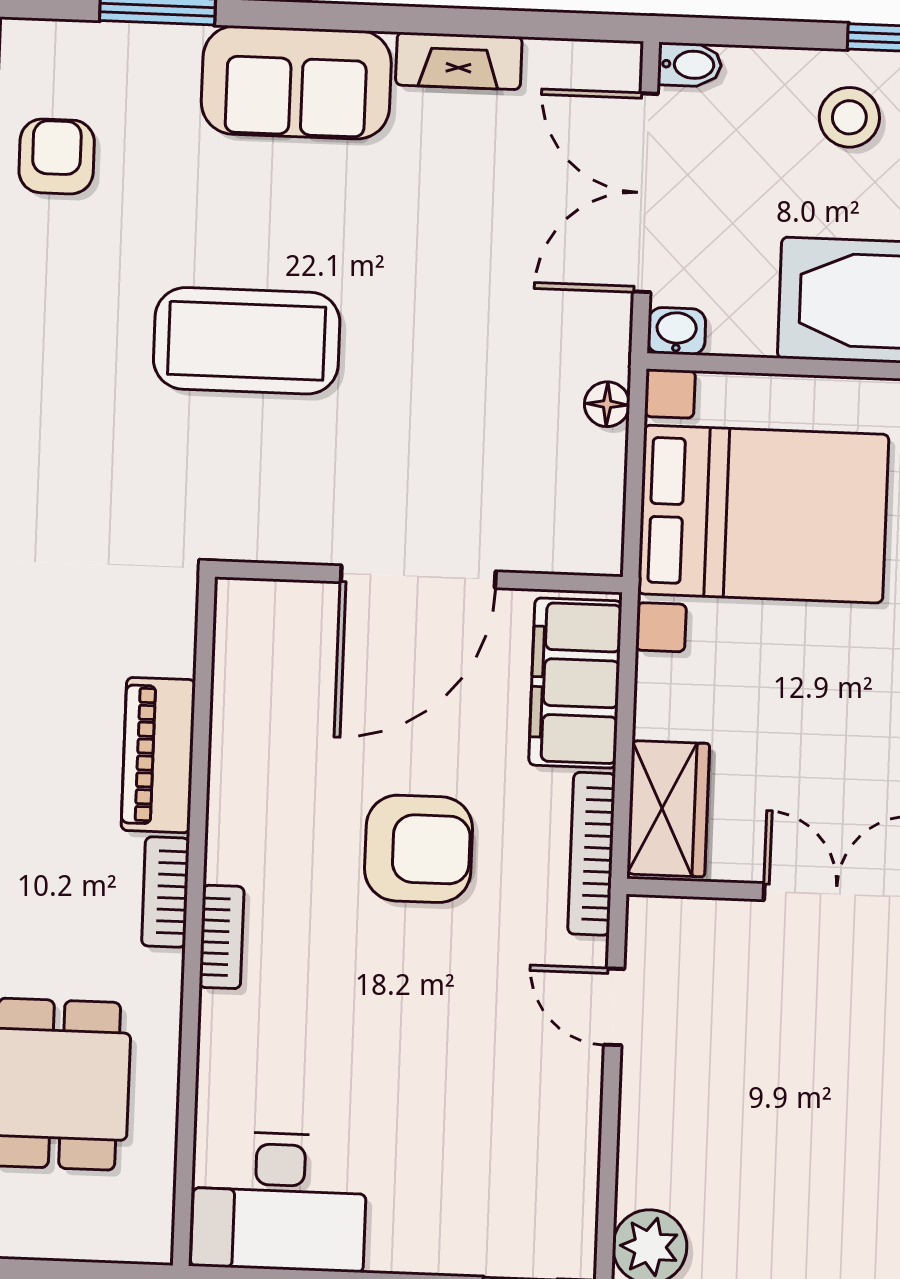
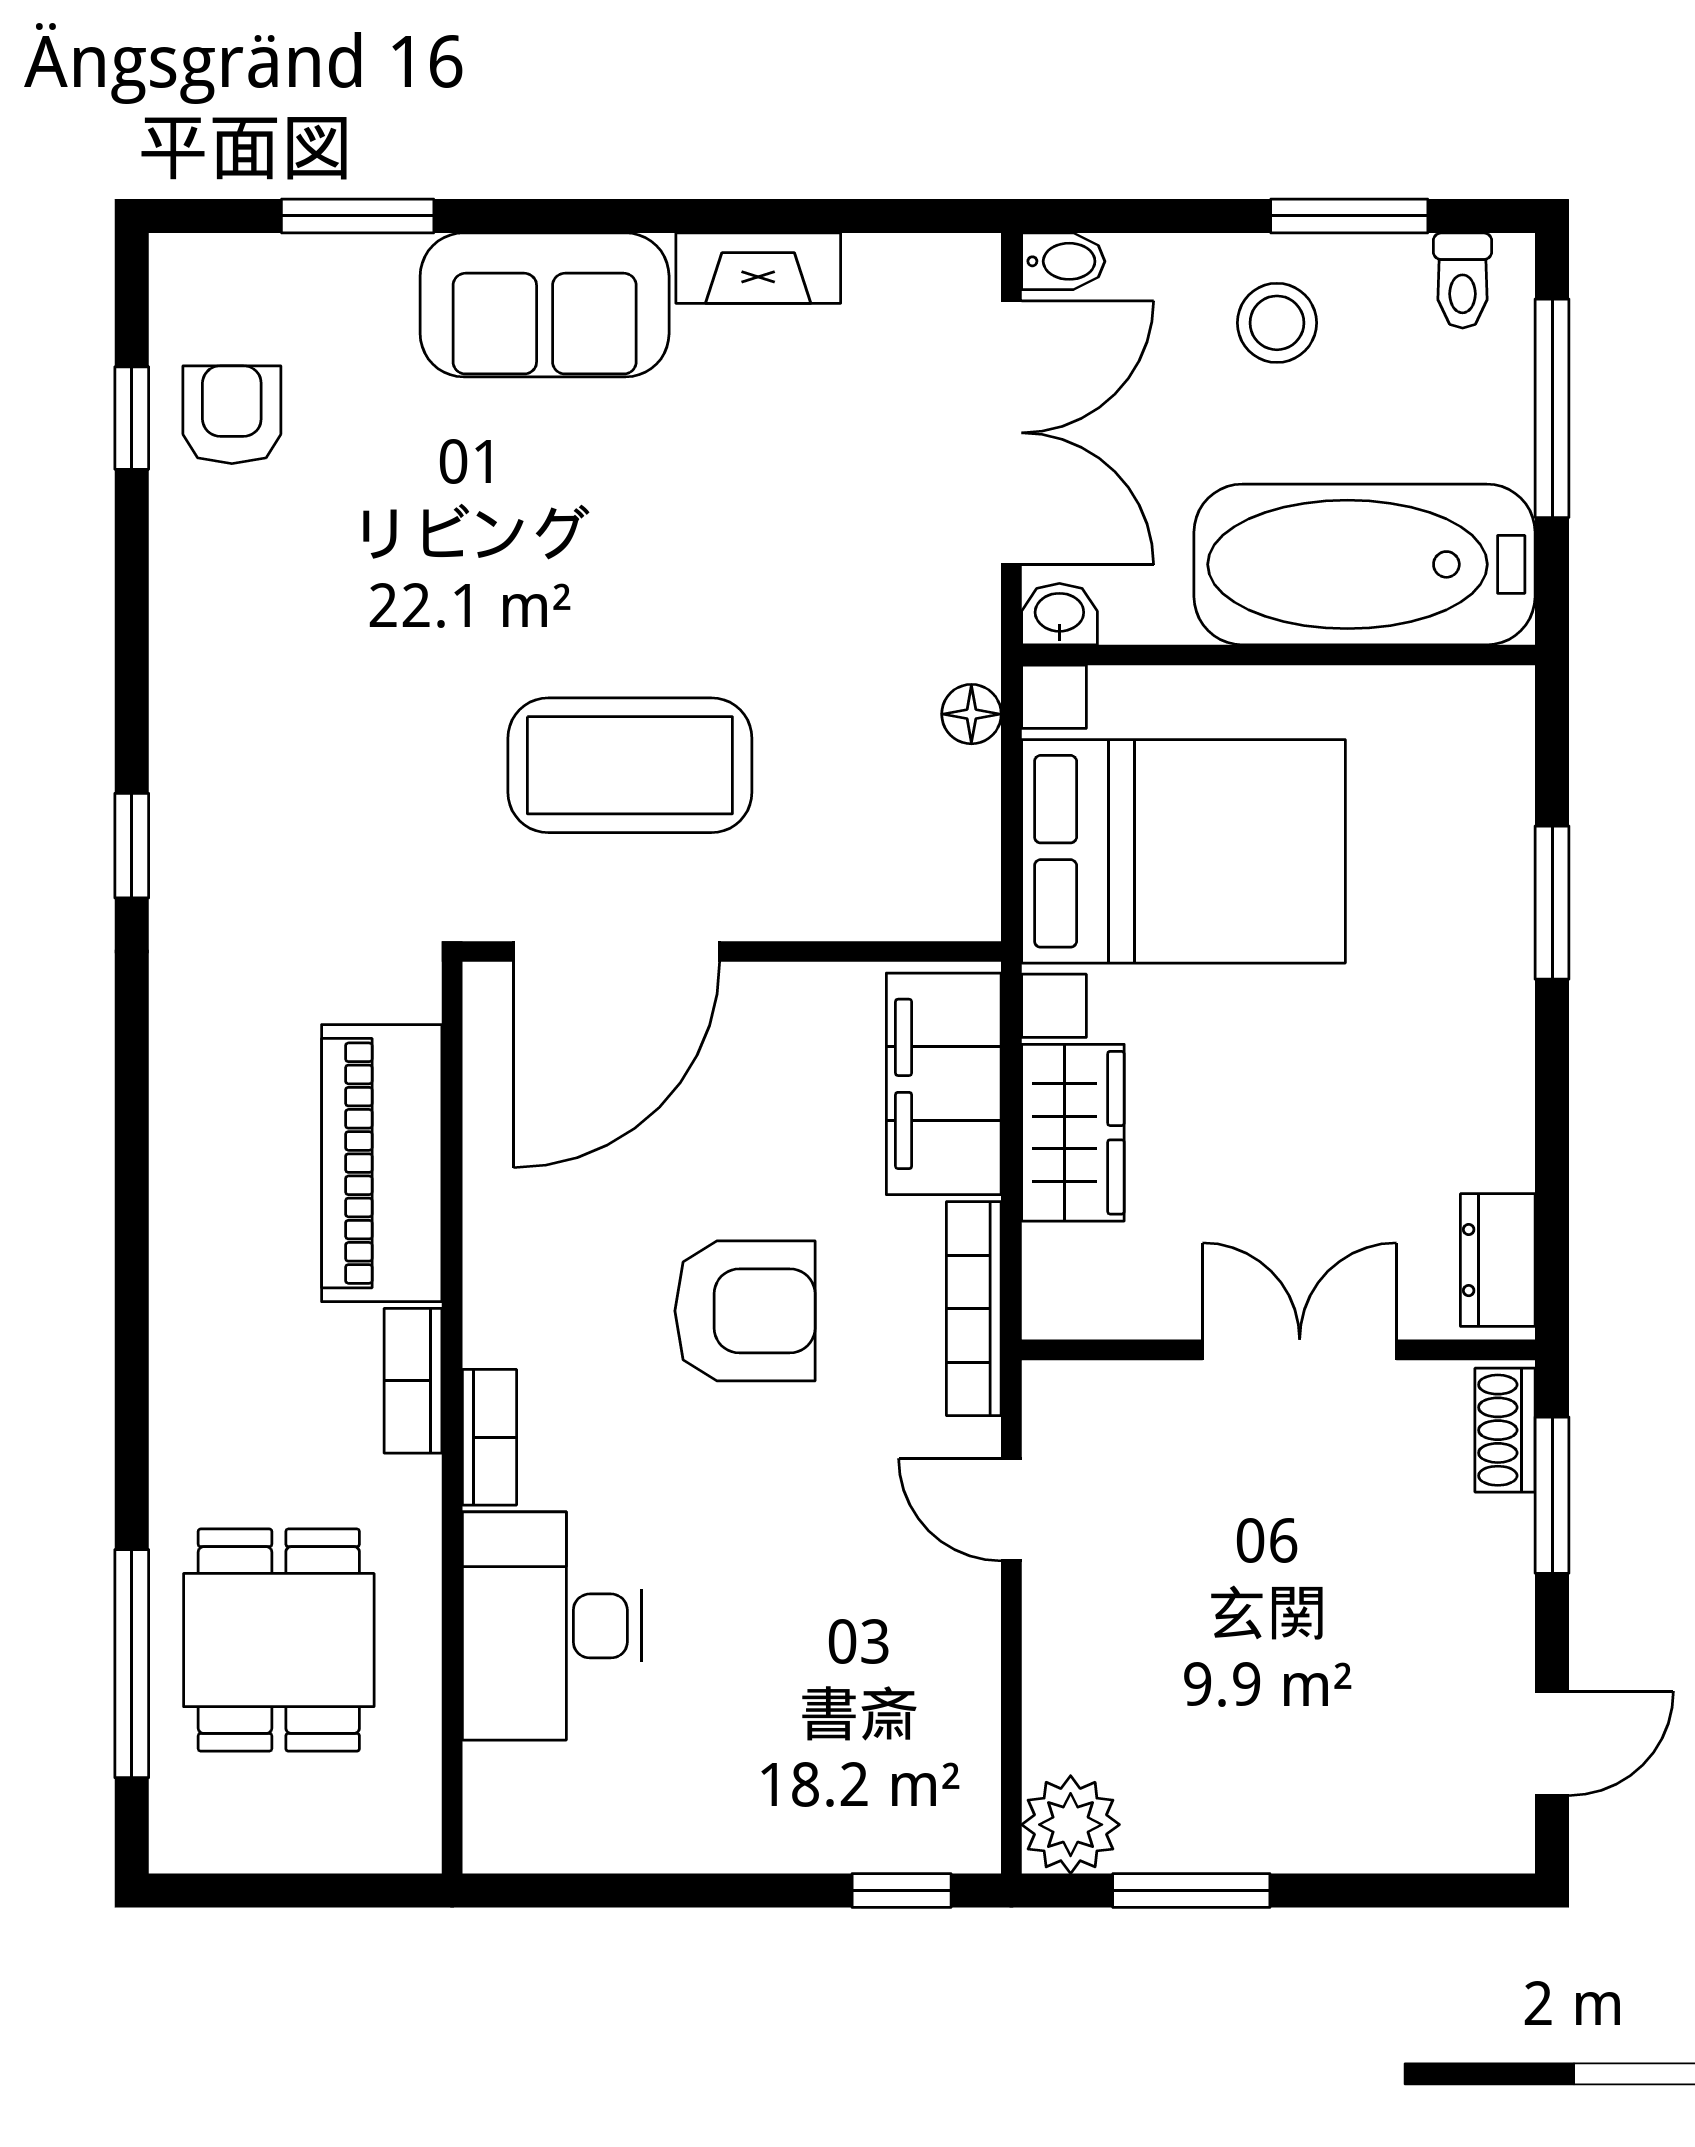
double door: (645, 193) -> (1011, 433), swing flipped
coffee table: (247, 341) -> (630, 765), moved
door: (418, 577) -> (617, 952), moved
piano: (158, 755) -> (382, 1163), width x1.37, depth x1.33
wardrobe: (668, 809) -> (1073, 1133), moved
desk: (279, 1202) -> (552, 1626), moved, turned 90

